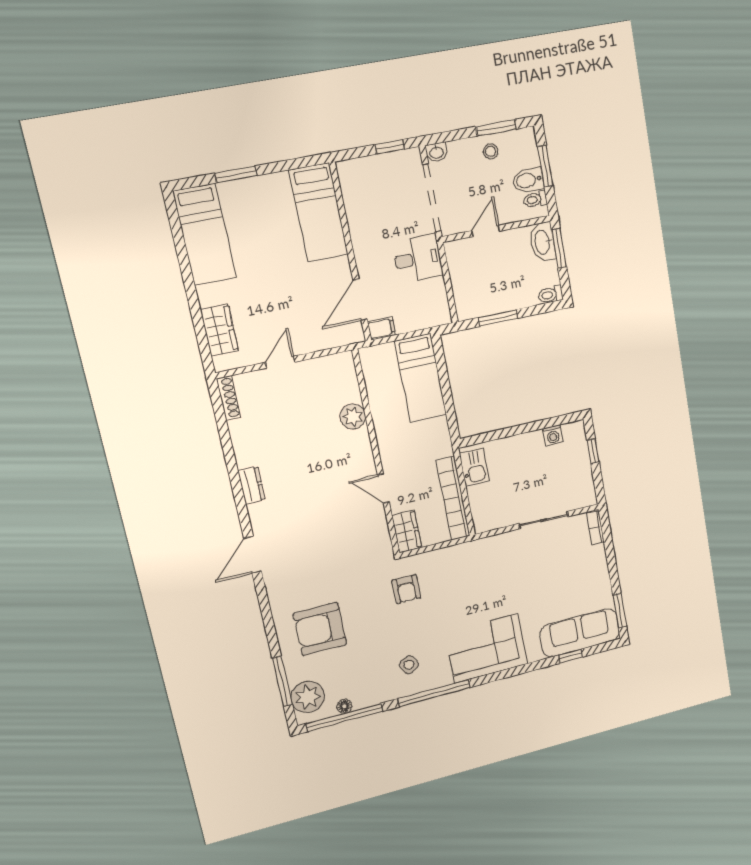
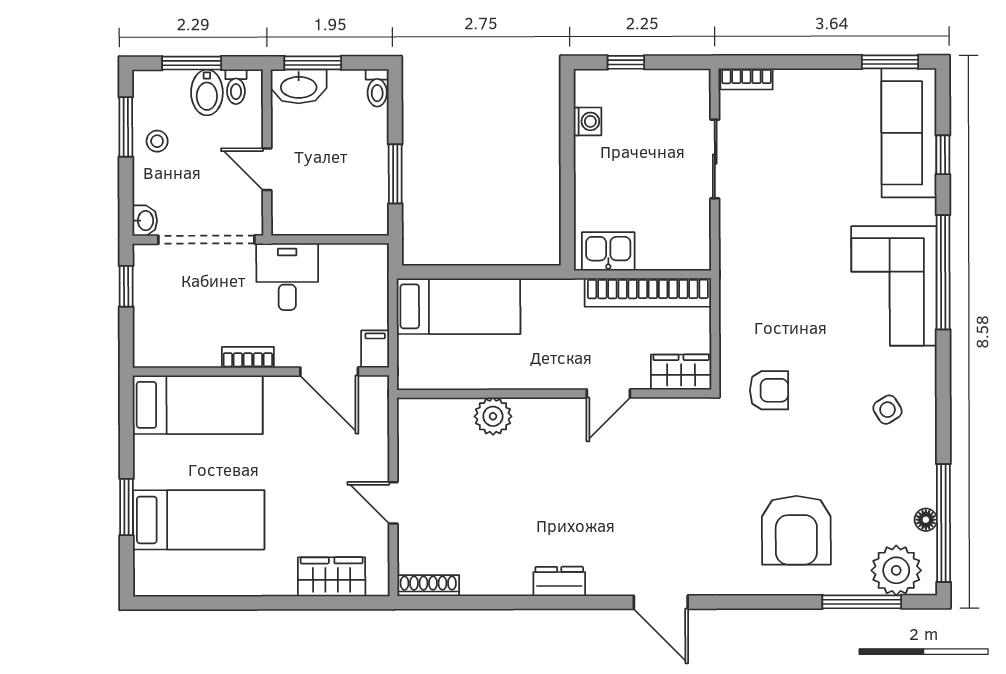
bed: (205, 235) -> (199, 520), moved
bookcase: (358, 242) -> (248, 357), added
window: (434, 693) -> (943, 272), moved

